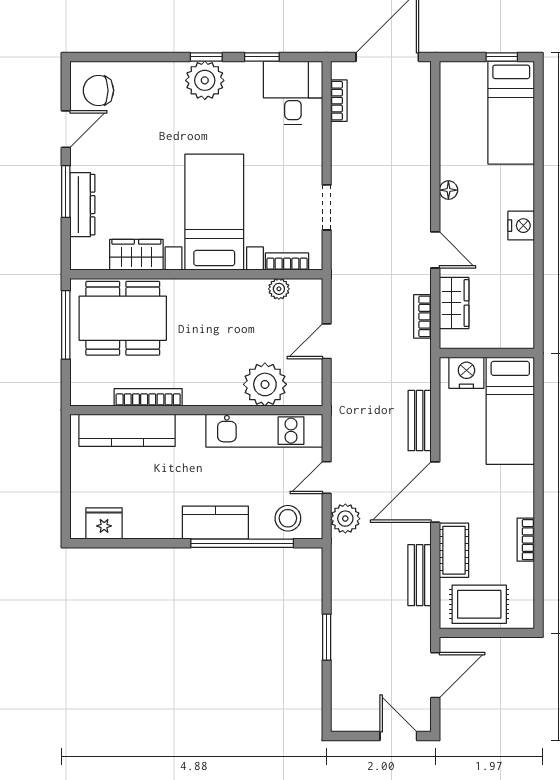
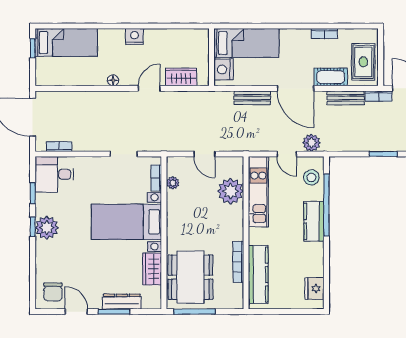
bookcase: (422, 316) -> (379, 96), moved

